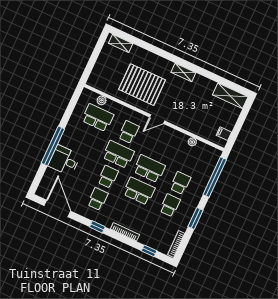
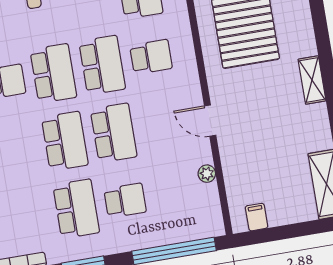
door: (157, 119) -> (210, 121), moved
school desk: (108, 177) -> (53, 73), width x1.85
school desk: (170, 205) -> (76, 209), width x1.85

